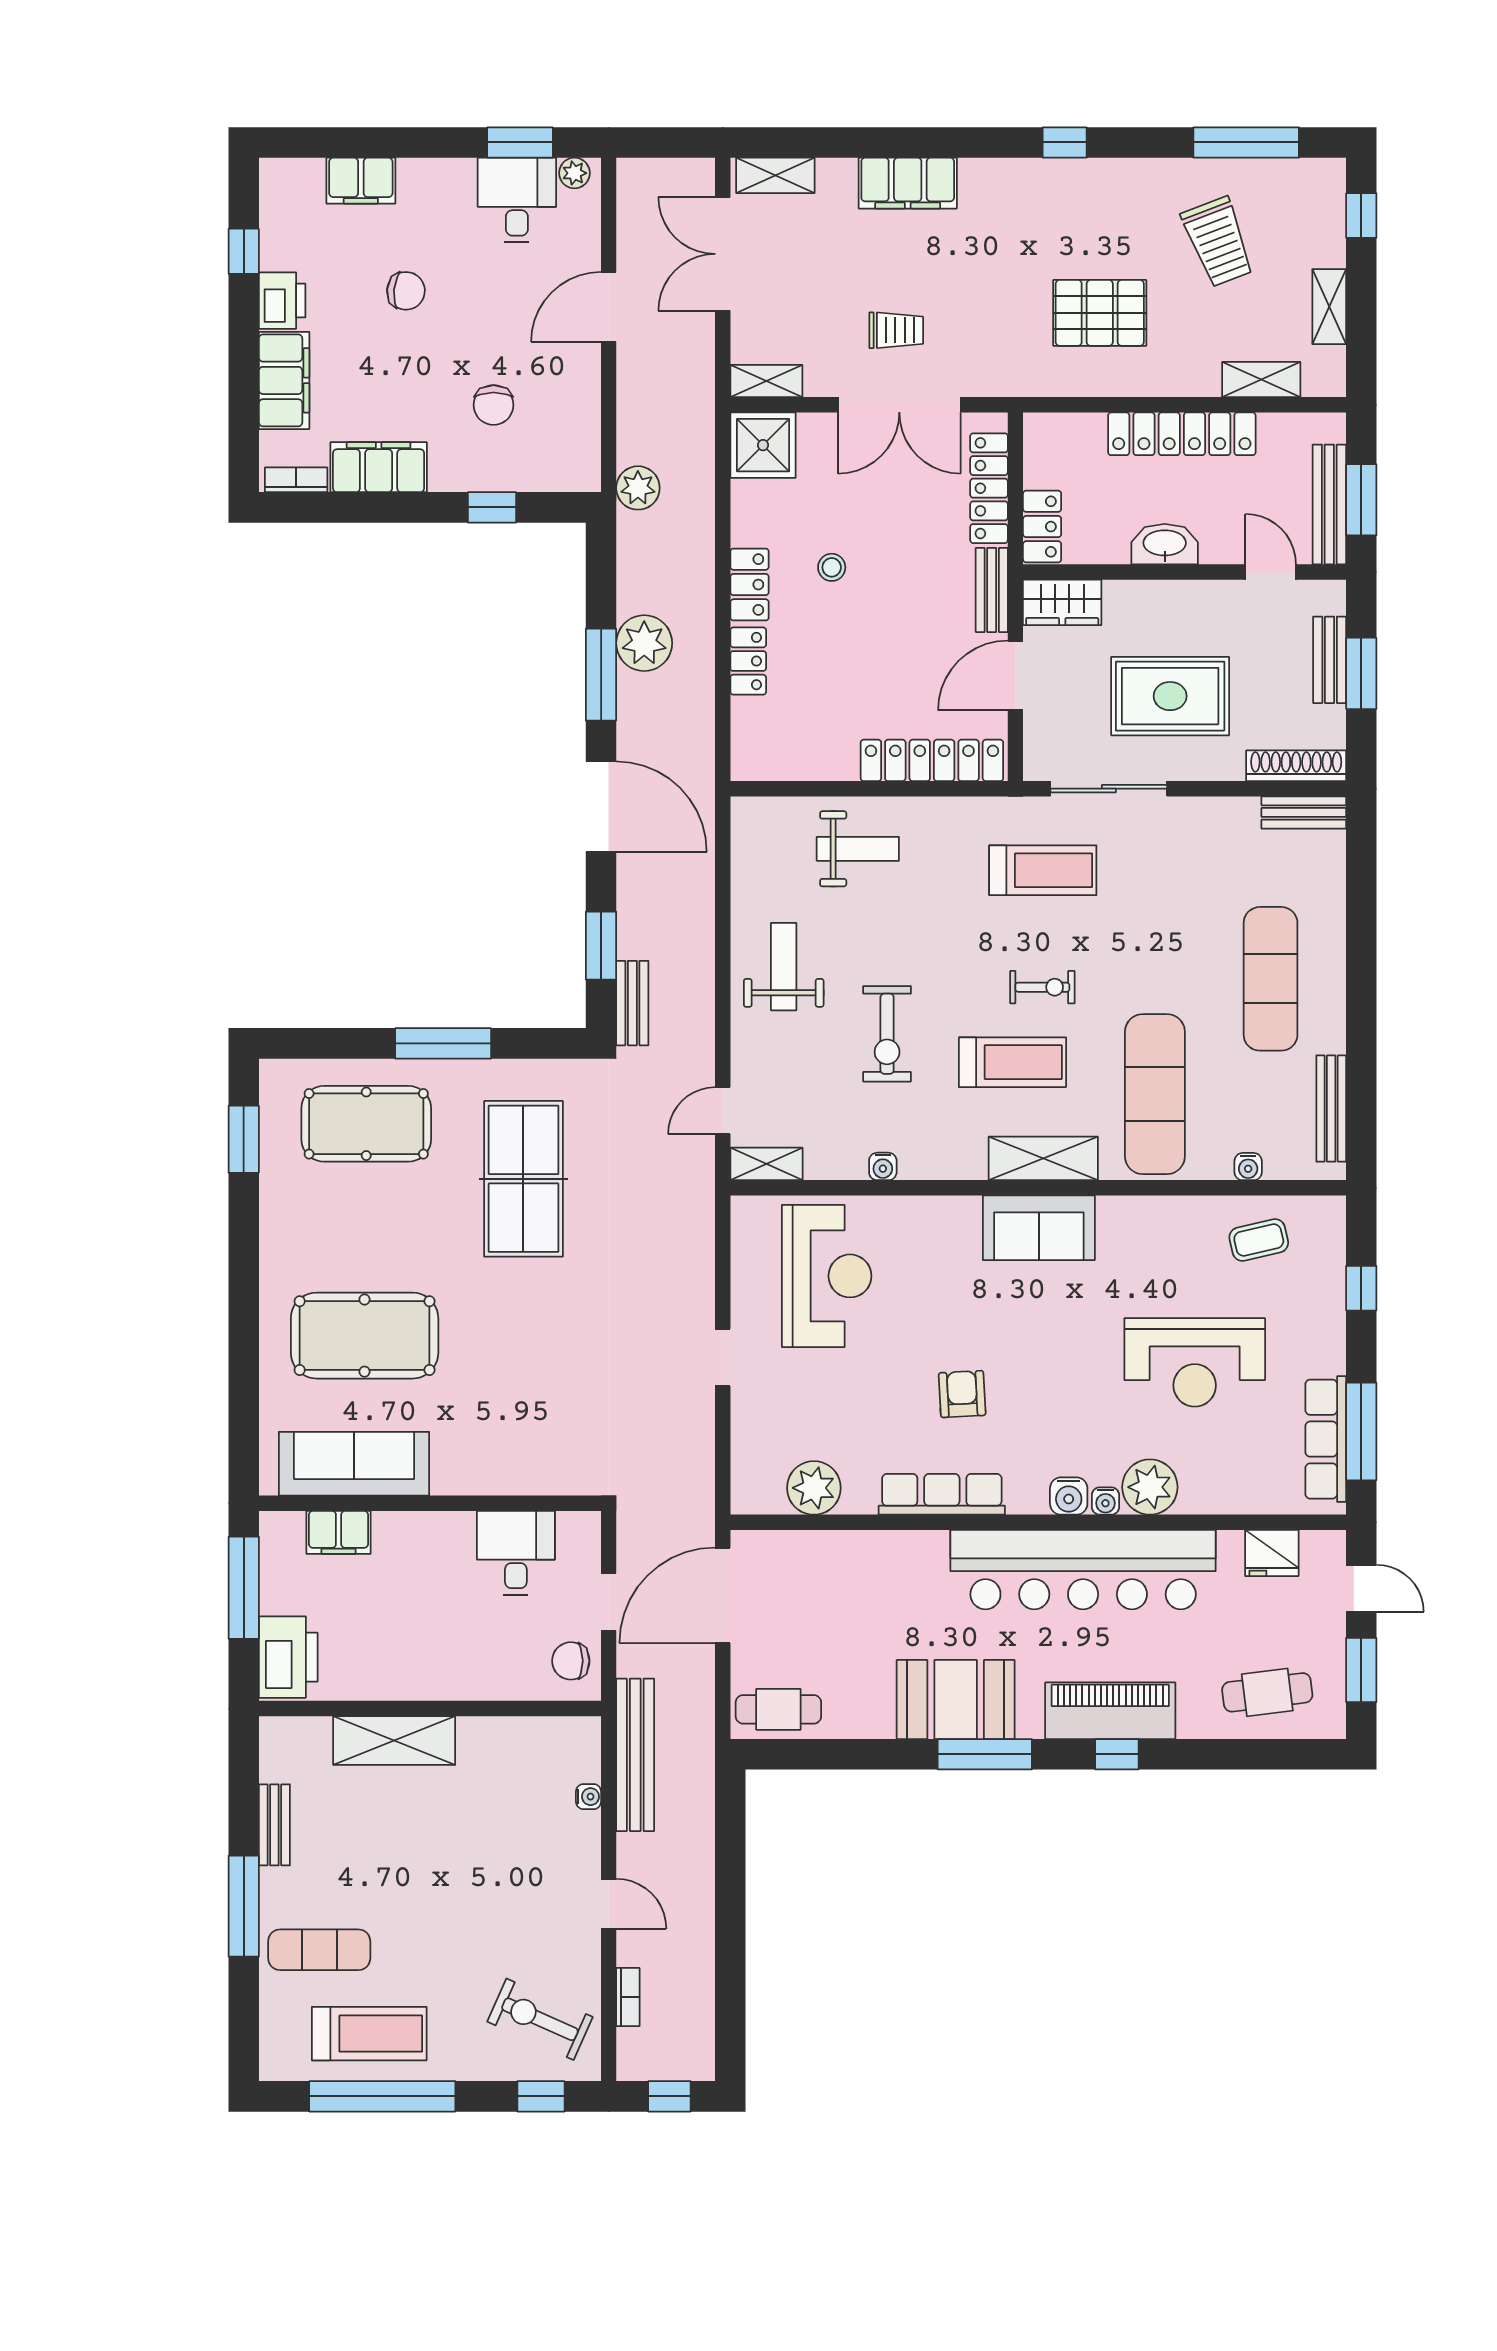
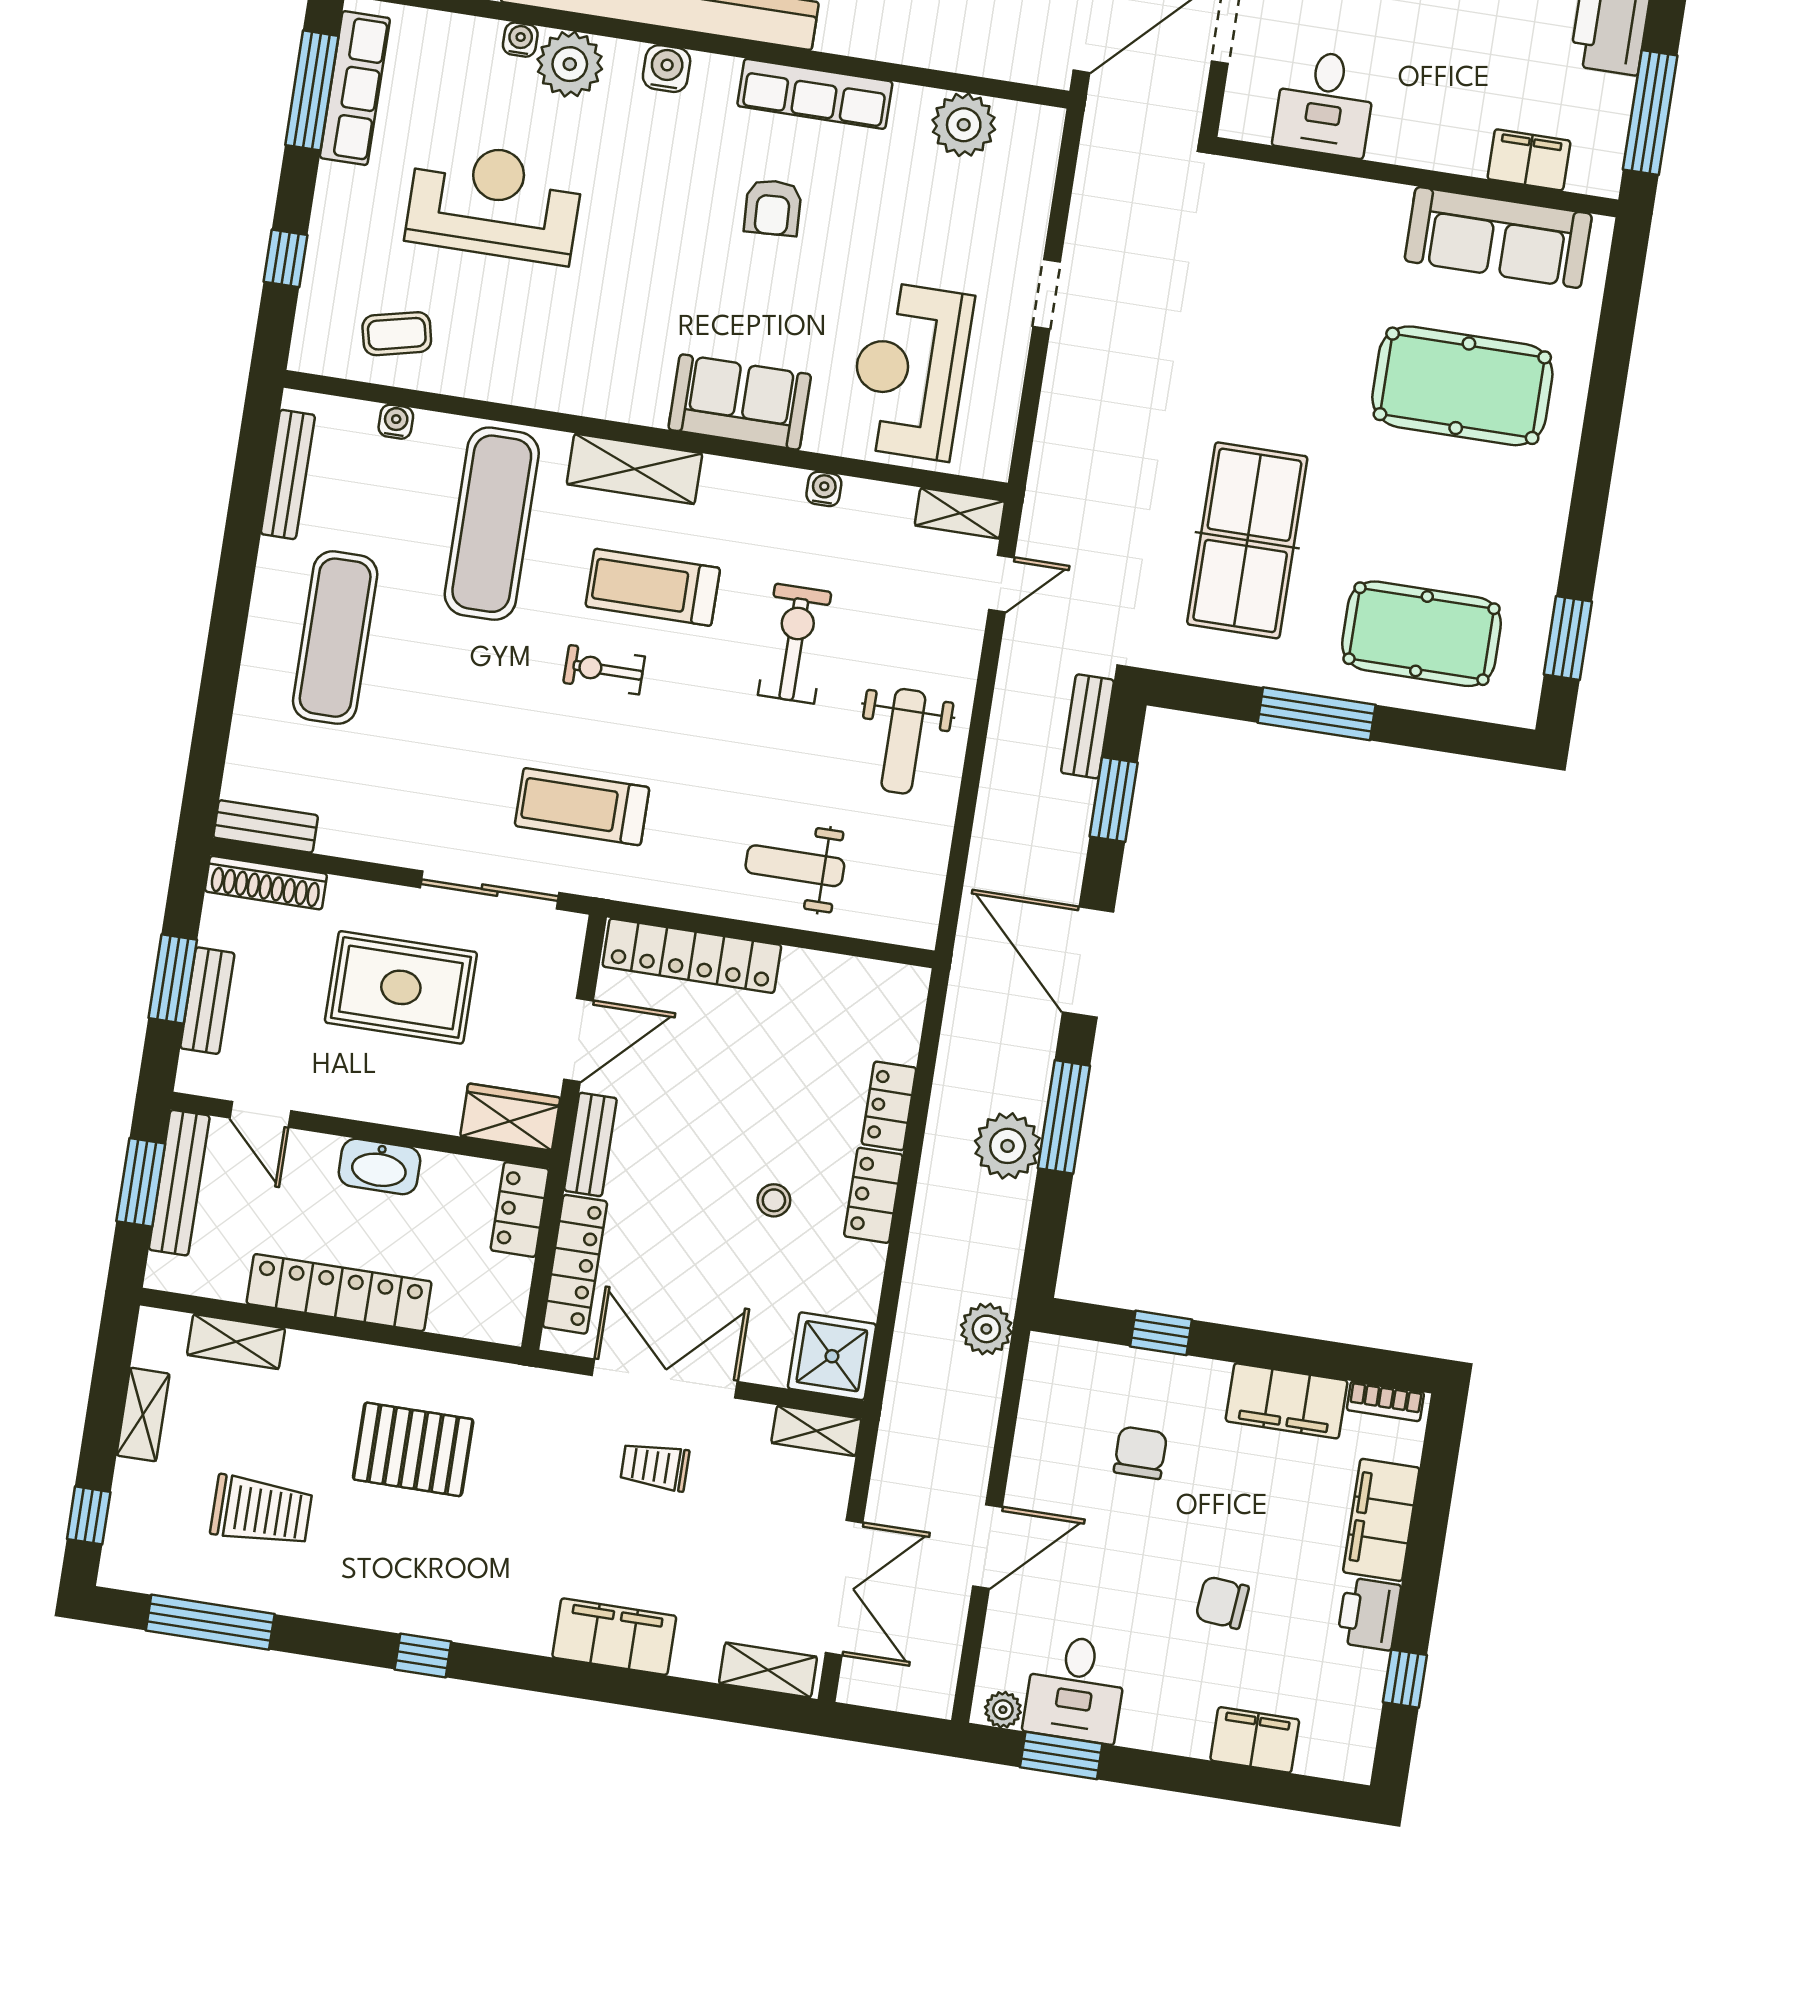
trolley: (1218, 242) -> (261, 1511), turned 111
sofa: (1039, 1228) -> (740, 402), moved
water cooler: (1105, 1501) -> (520, 40), moved

